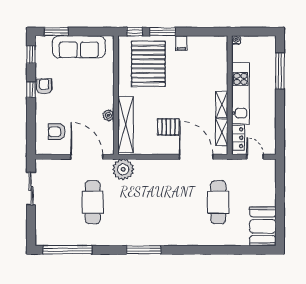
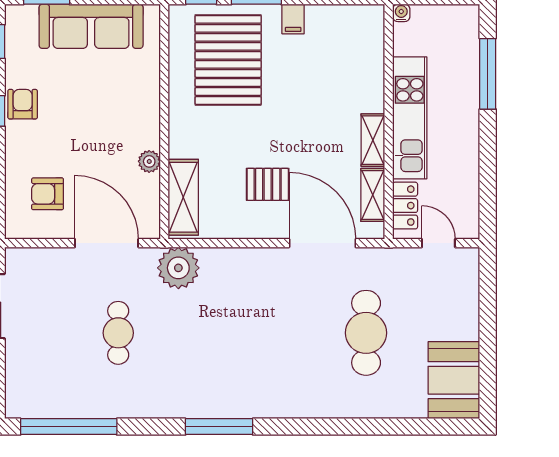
shelving: (126, 125) -> (183, 197), width x0.68
cafe table: (93, 202) -> (118, 333), width x0.73, depth x0.74

